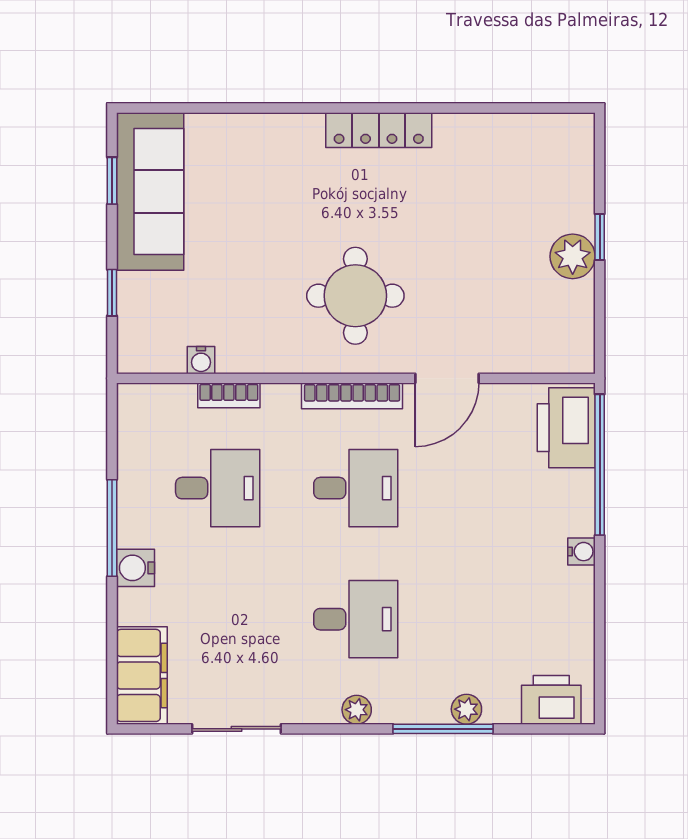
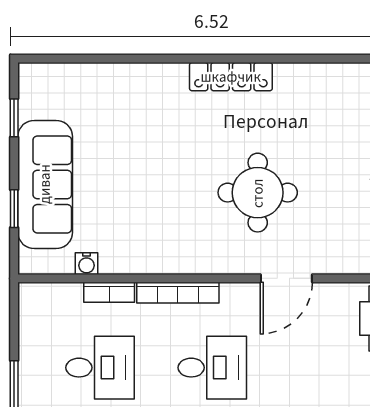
sofa: (150, 191) -> (45, 184), moved
round table: (355, 296) -> (258, 193), moved
bookcase: (352, 396) -> (178, 293), moved

